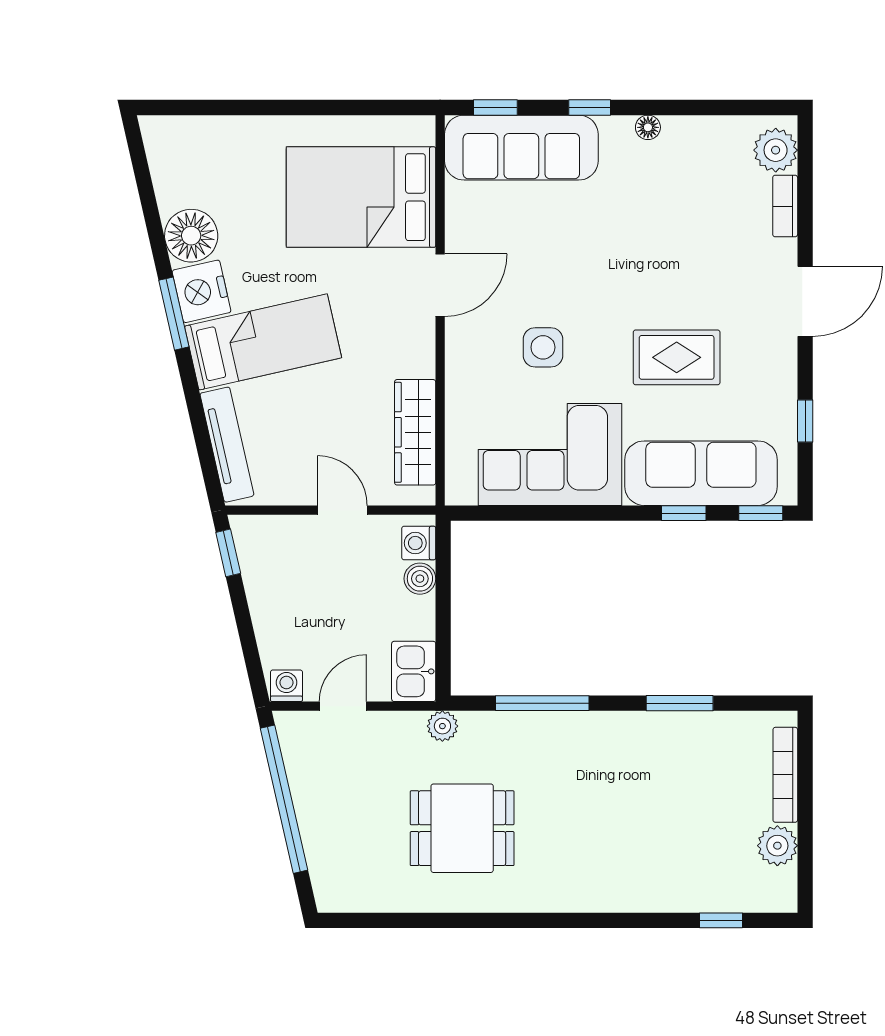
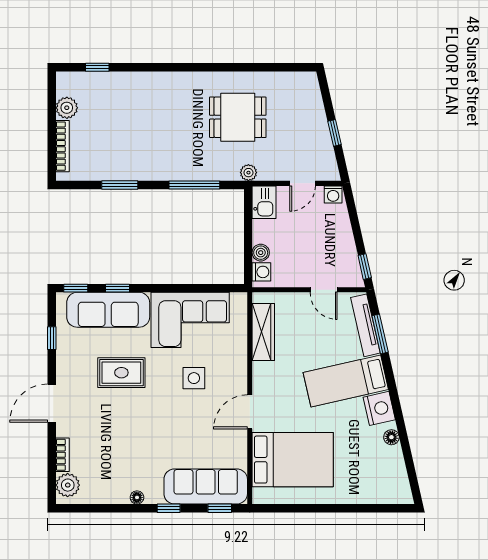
floor lamp: (191, 236) -> (391, 437), width x0.53, depth x0.53
window: (174, 314) -> (380, 334), moved
door: (342, 510) -> (324, 290), moved
window: (284, 799) -> (334, 133), width x0.32

